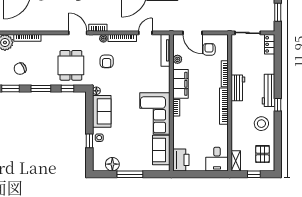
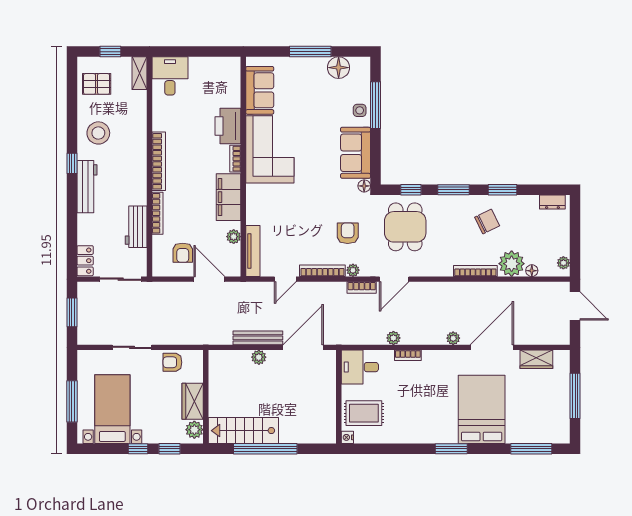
door: (78, 33) -> (394, 279), hinge flipped
workbench: (238, 88) -> (136, 227), moved
window: (89, 141) -> (375, 105), width x2.17
pallet: (262, 154) -> (97, 84), turned 90
printer: (181, 160) -> (228, 126), moved

